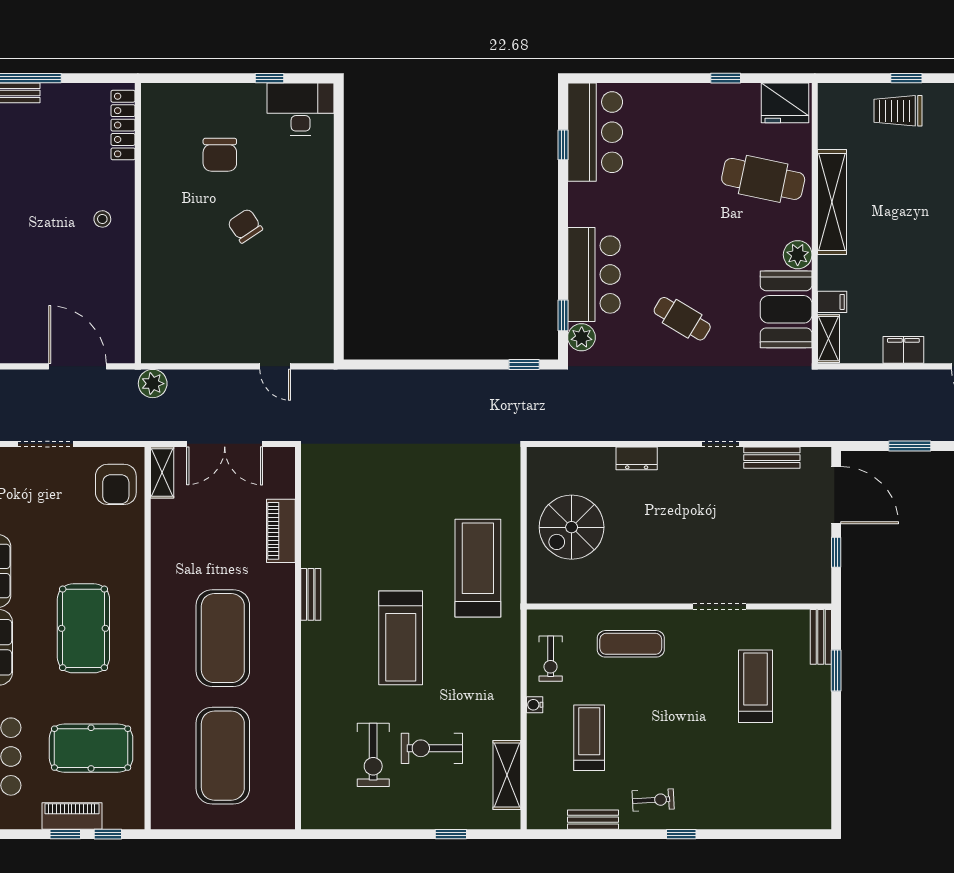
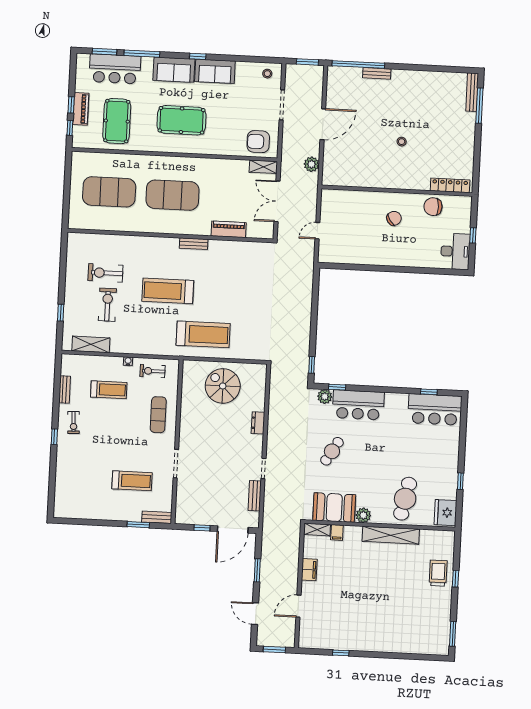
locker: (123, 125) -> (450, 185), moved
wall: (138, 223) -> (397, 191), moved

